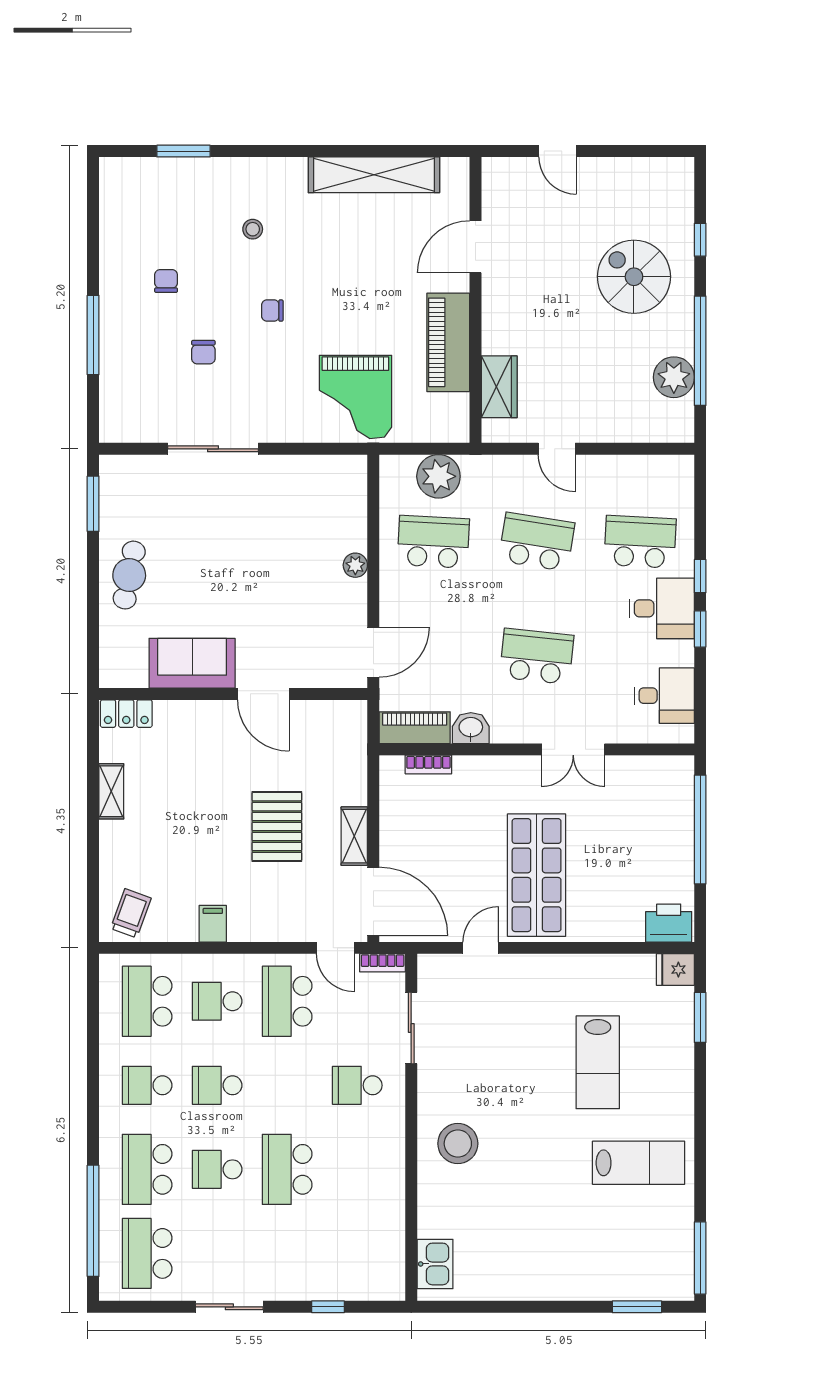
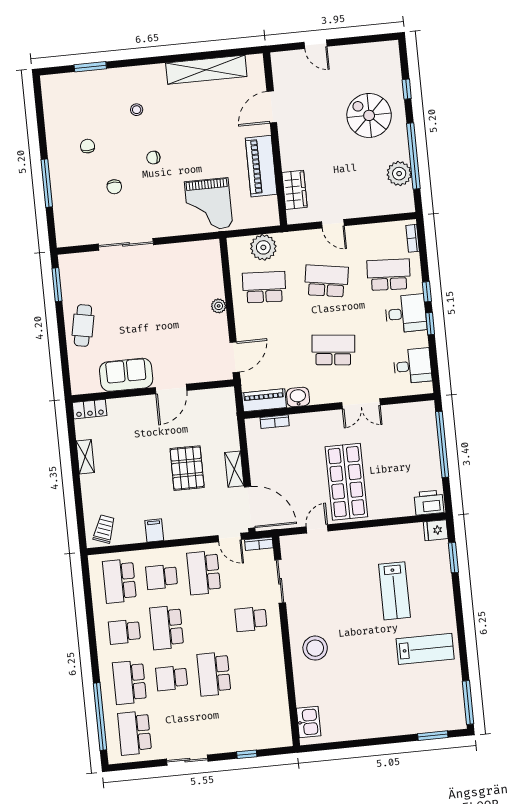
bookcase: (685, 486) -> (413, 238), added
door: (263, 694) -> (171, 389), hinge flipped
school desk: (217, 1085) -> (167, 627), width x1.85

